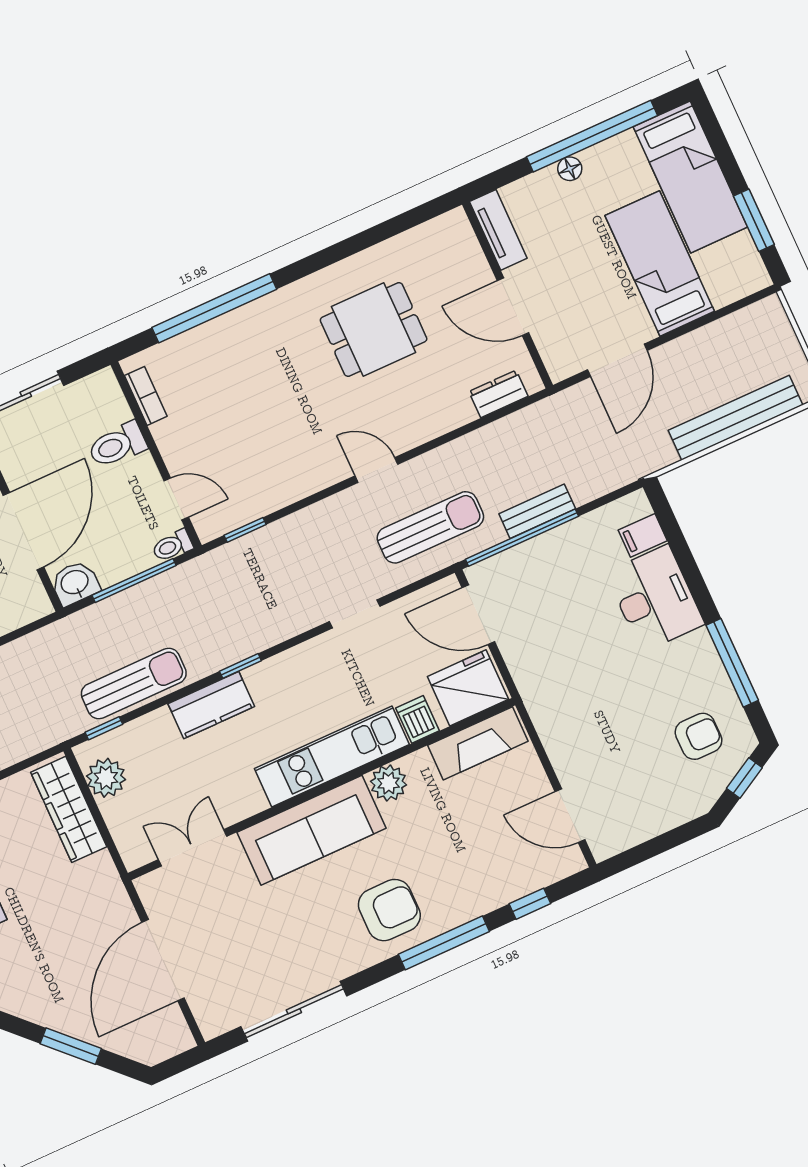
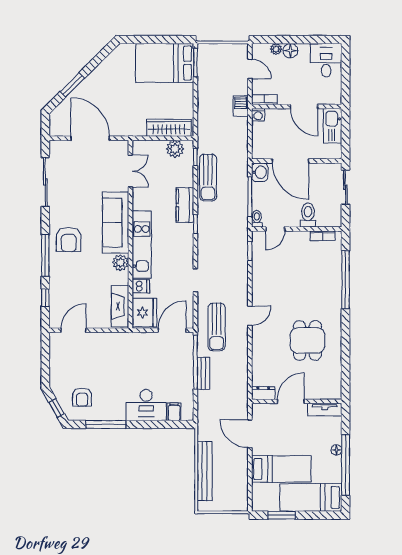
dresser: (498, 394) -> (263, 393), moved, turned -90

